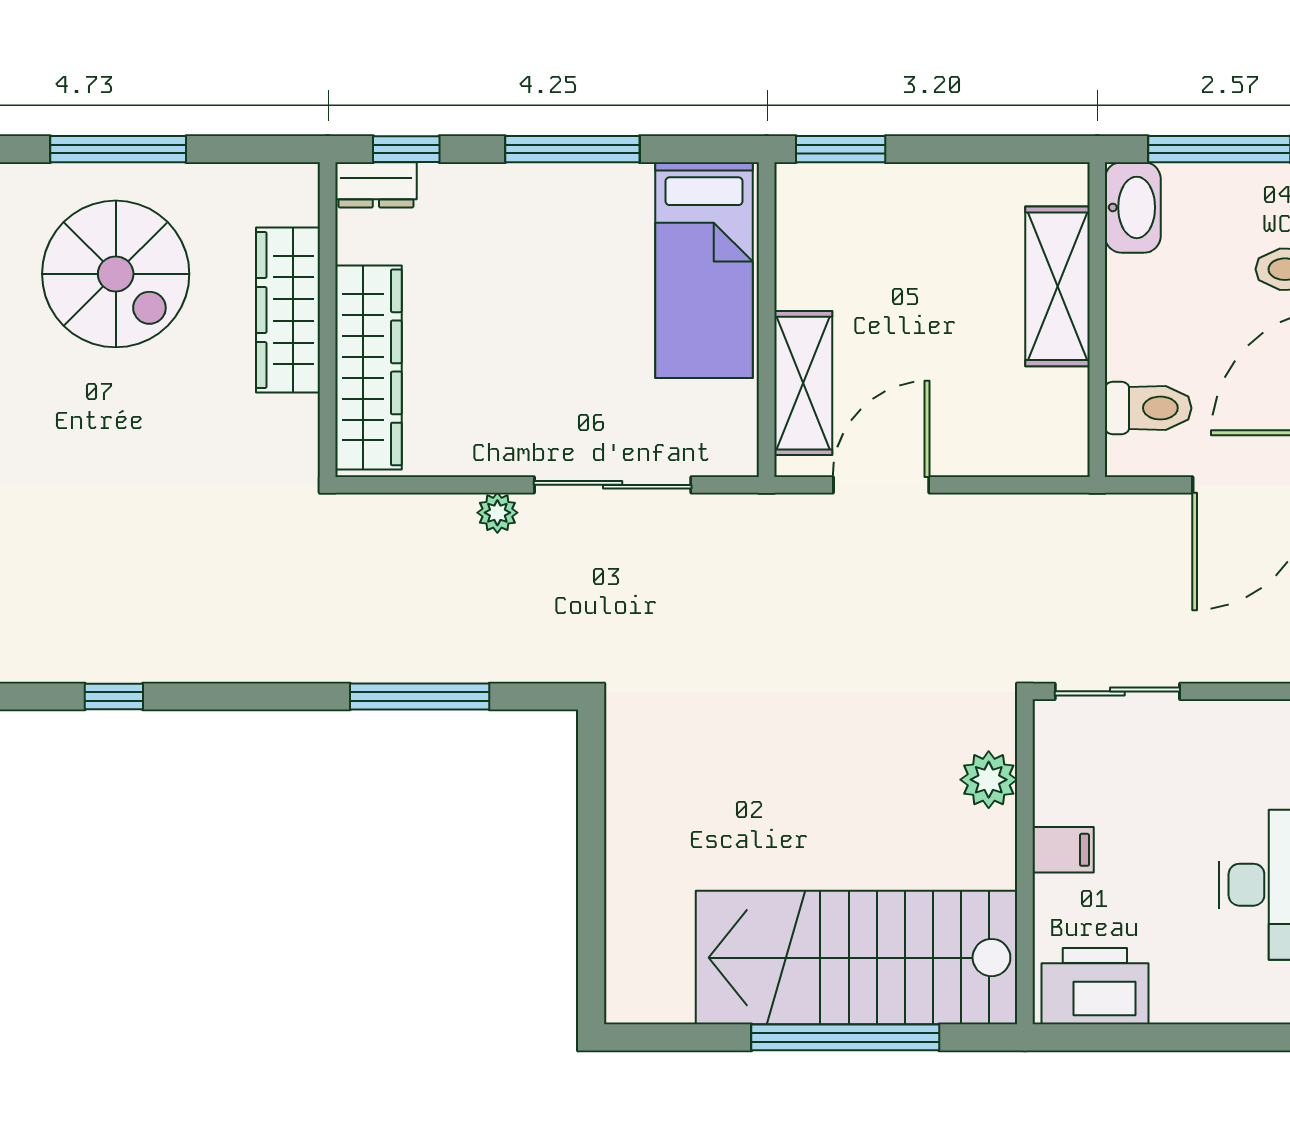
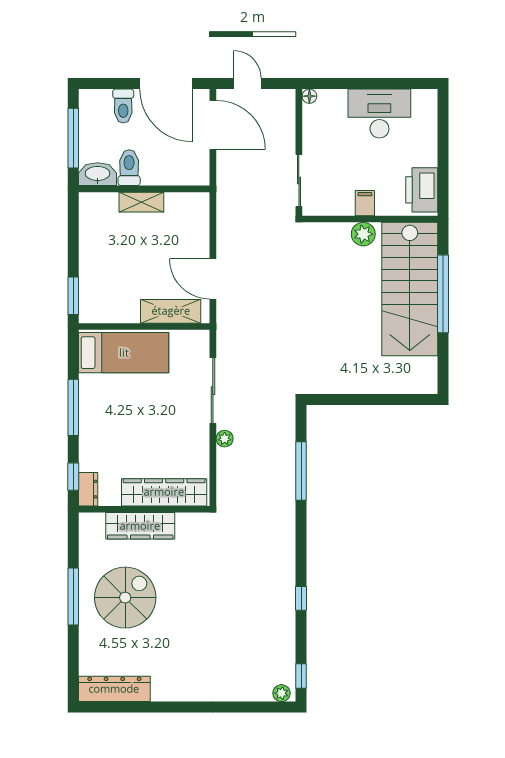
shelving: (1057, 286) -> (141, 202), width x0.67, depth x0.75
toilet: (1148, 408) -> (129, 168), moved
plant: (989, 780) -> (363, 234), moved

